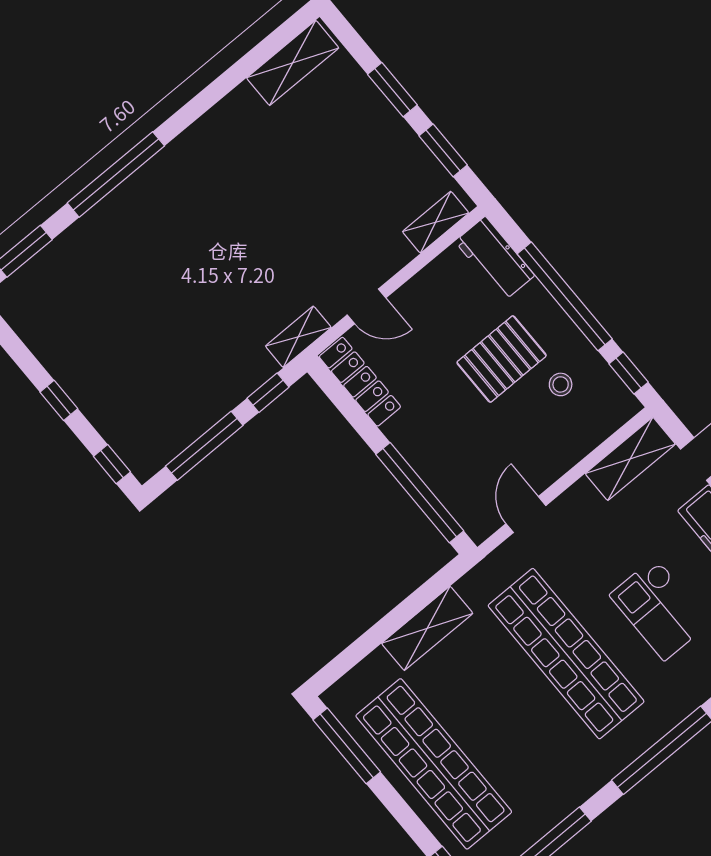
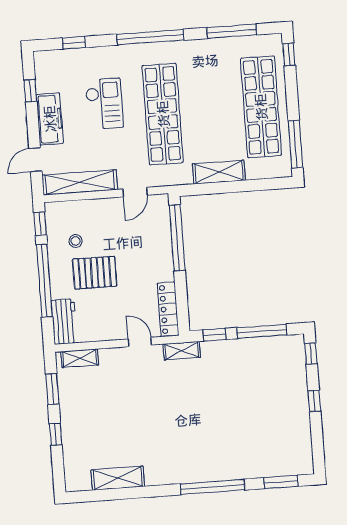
shelving: (293, 63) -> (118, 478), moved
window: (392, 90) -> (56, 434), width x0.67
shelving: (630, 459) -> (80, 182), width x1.47

